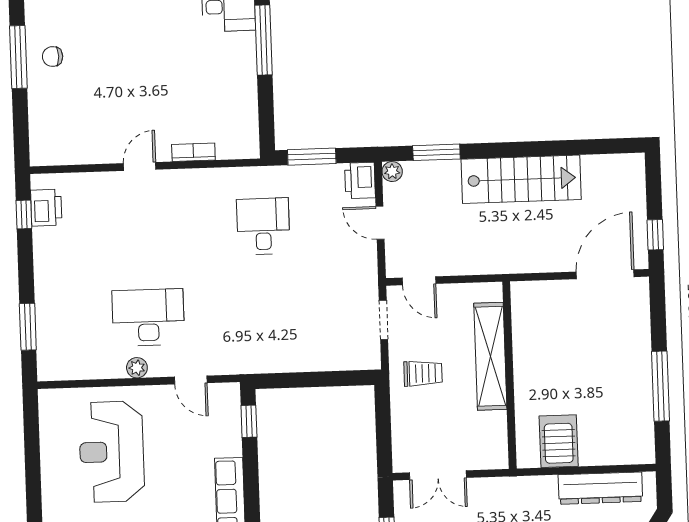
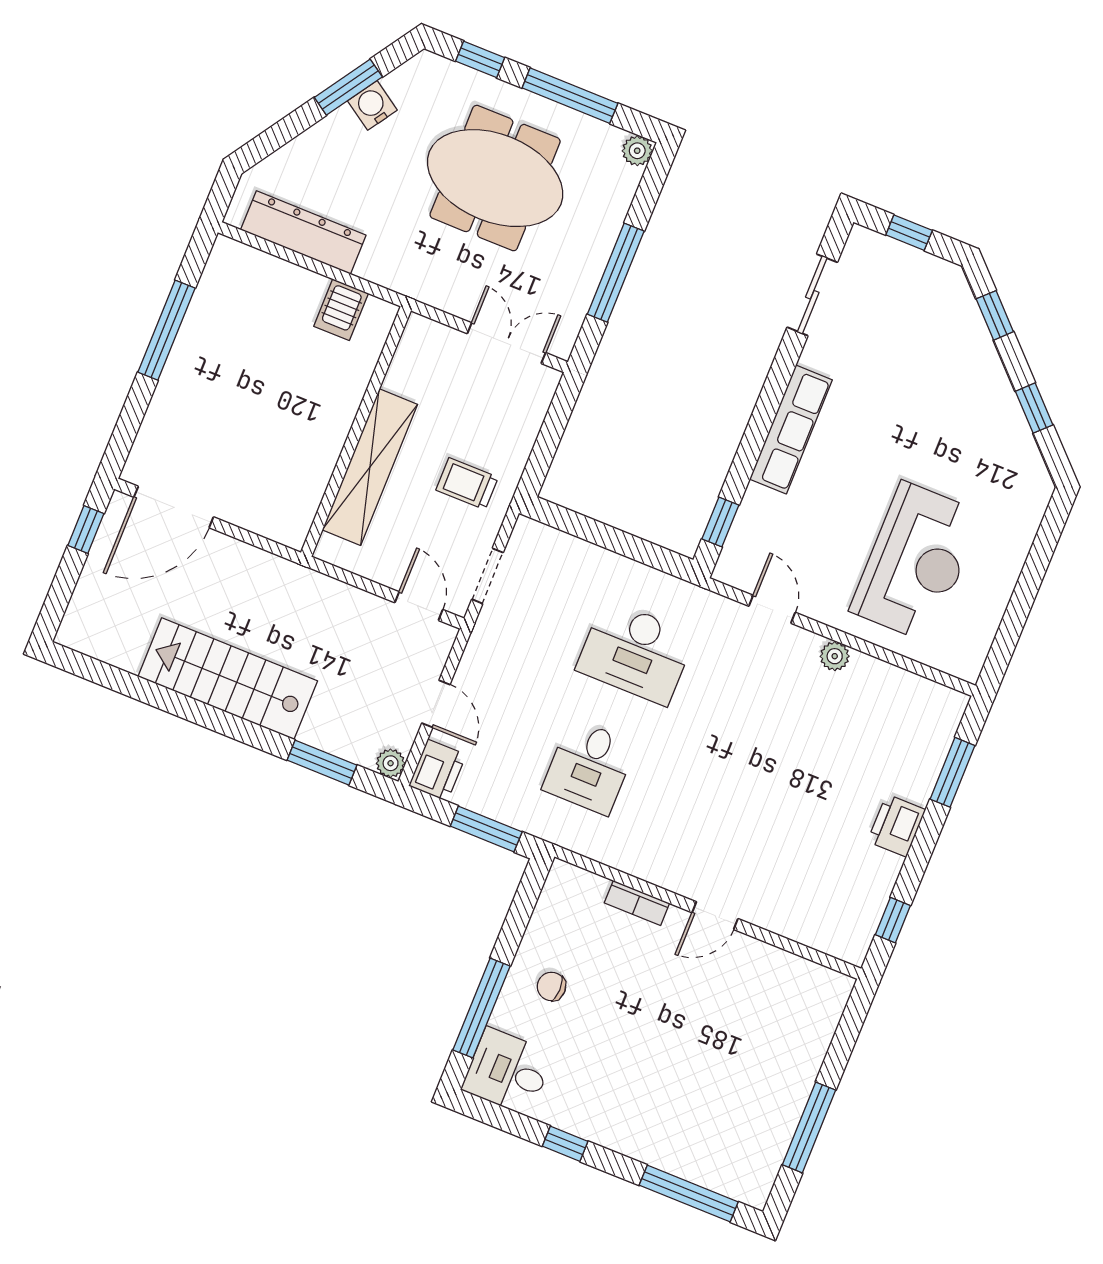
chair: (53, 57) -> (551, 986), moved, turned 180
printer: (46, 208) -> (896, 826), moved
desk: (148, 317) -> (636, 652), moved
server rack: (559, 441) -> (341, 310), width x0.73, depth x0.70

